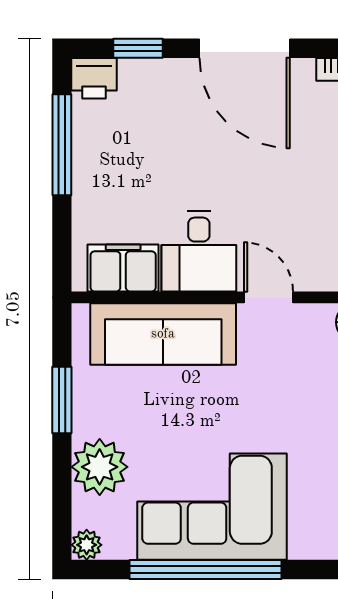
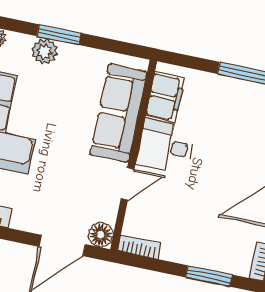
window: (62, 400) -> (59, 35), moved
plant: (100, 467) -> (45, 51), width x0.73, depth x0.73

